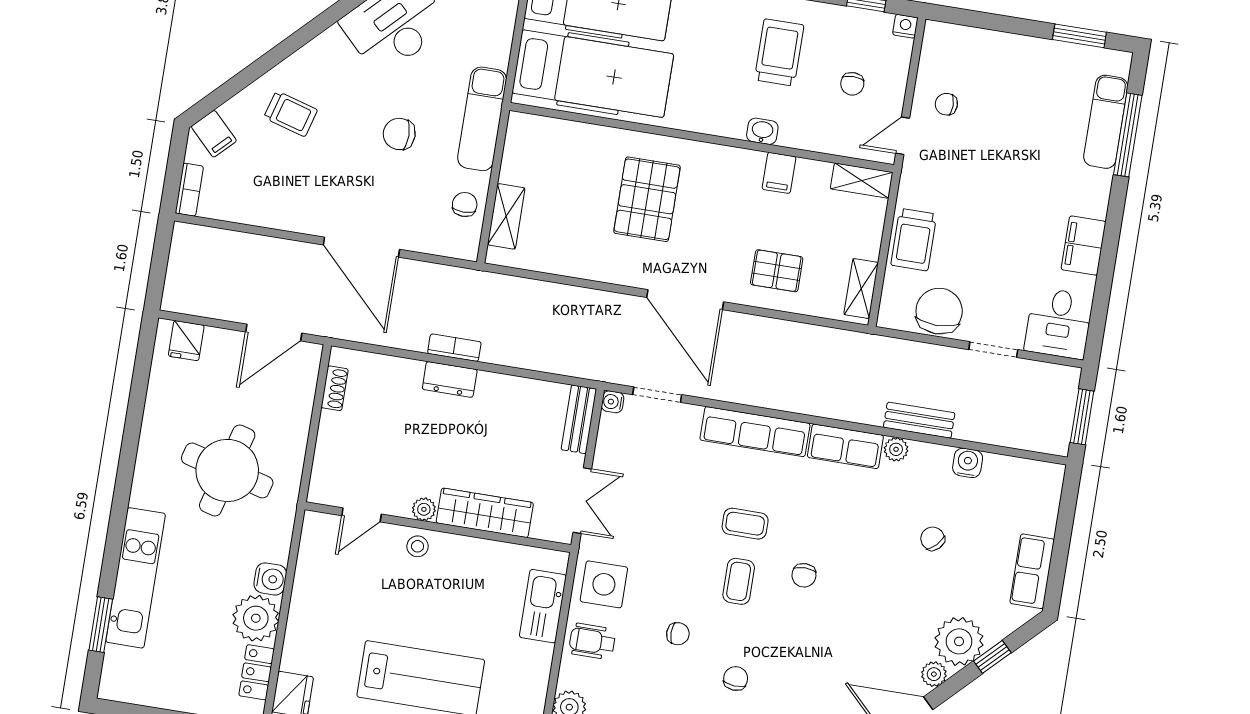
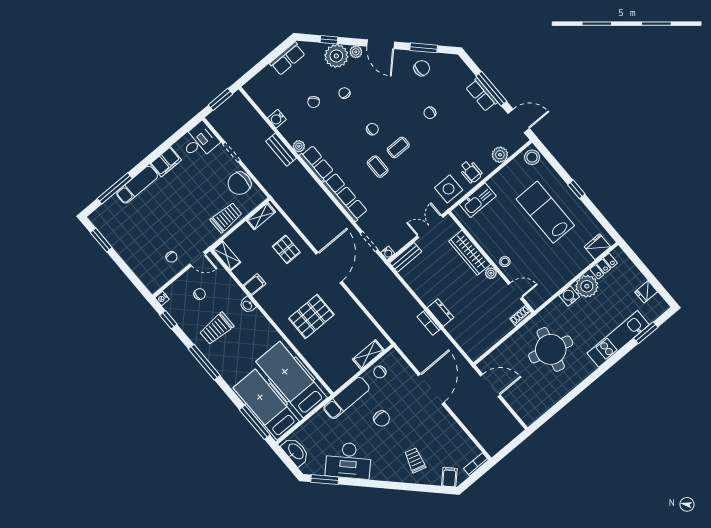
exam couch: (1106, 122) -> (137, 185), moved
fridge: (186, 341) -> (646, 292), moved, turned 180
shoe rack: (335, 388) -> (521, 316), moved
chair: (678, 634) -> (344, 93), moved

